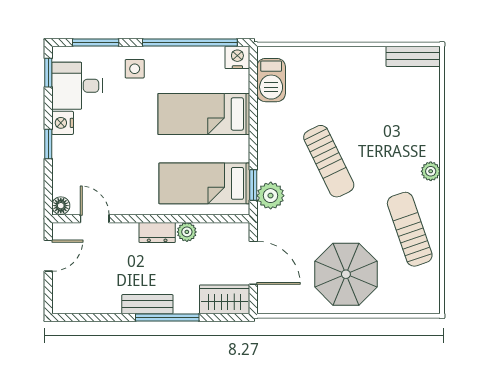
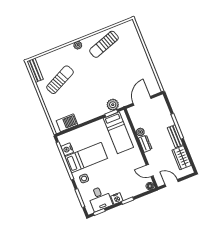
nightstand: (237, 57) -> (67, 149), moved
bed: (204, 114) -> (86, 158), moved, turned -90
sun lounger: (329, 161) -> (60, 80), moved
door: (95, 219) -> (150, 171), hinge flipped
parasol: (346, 274) -> (132, 62), removed
wardrobe: (225, 299) -> (182, 158), moved

